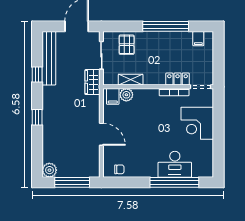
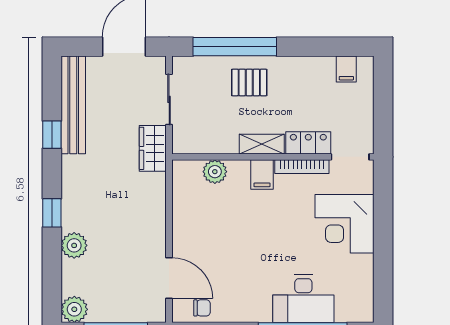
window: (166, 26) -> (235, 47), moved
pallet: (127, 45) -> (249, 82), moved, turned 90
shelving: (131, 80) -> (262, 144), moved
filing cabinet: (113, 96) -> (262, 174), moved
door: (101, 134) -> (169, 278), moved
plant: (49, 135) -> (74, 245), added

